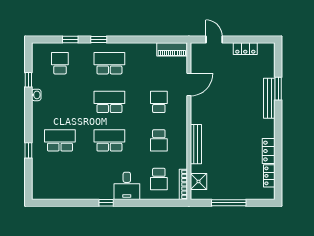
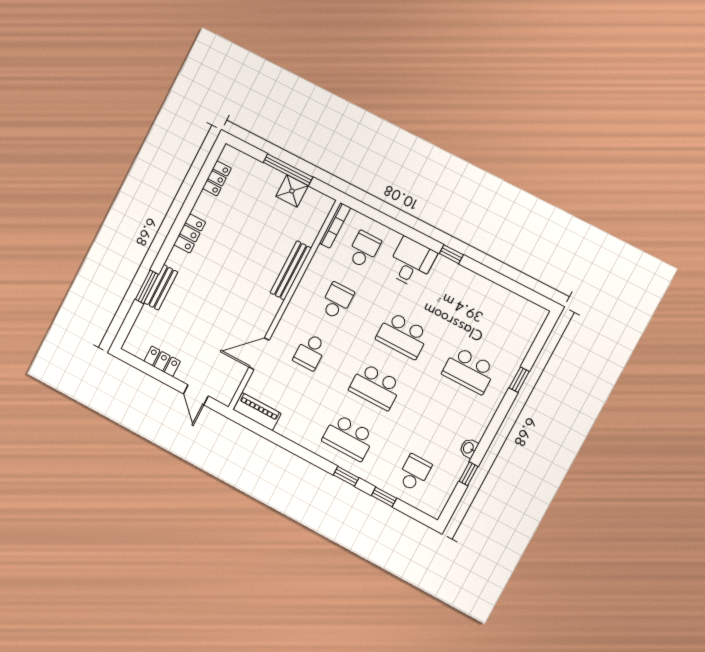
school desk: (60, 63) -> (414, 473), turned 180
bench: (269, 98) -> (161, 287), width x0.73
locker: (269, 151) -> (190, 233), moved
shower: (198, 181) -> (292, 191), moved

